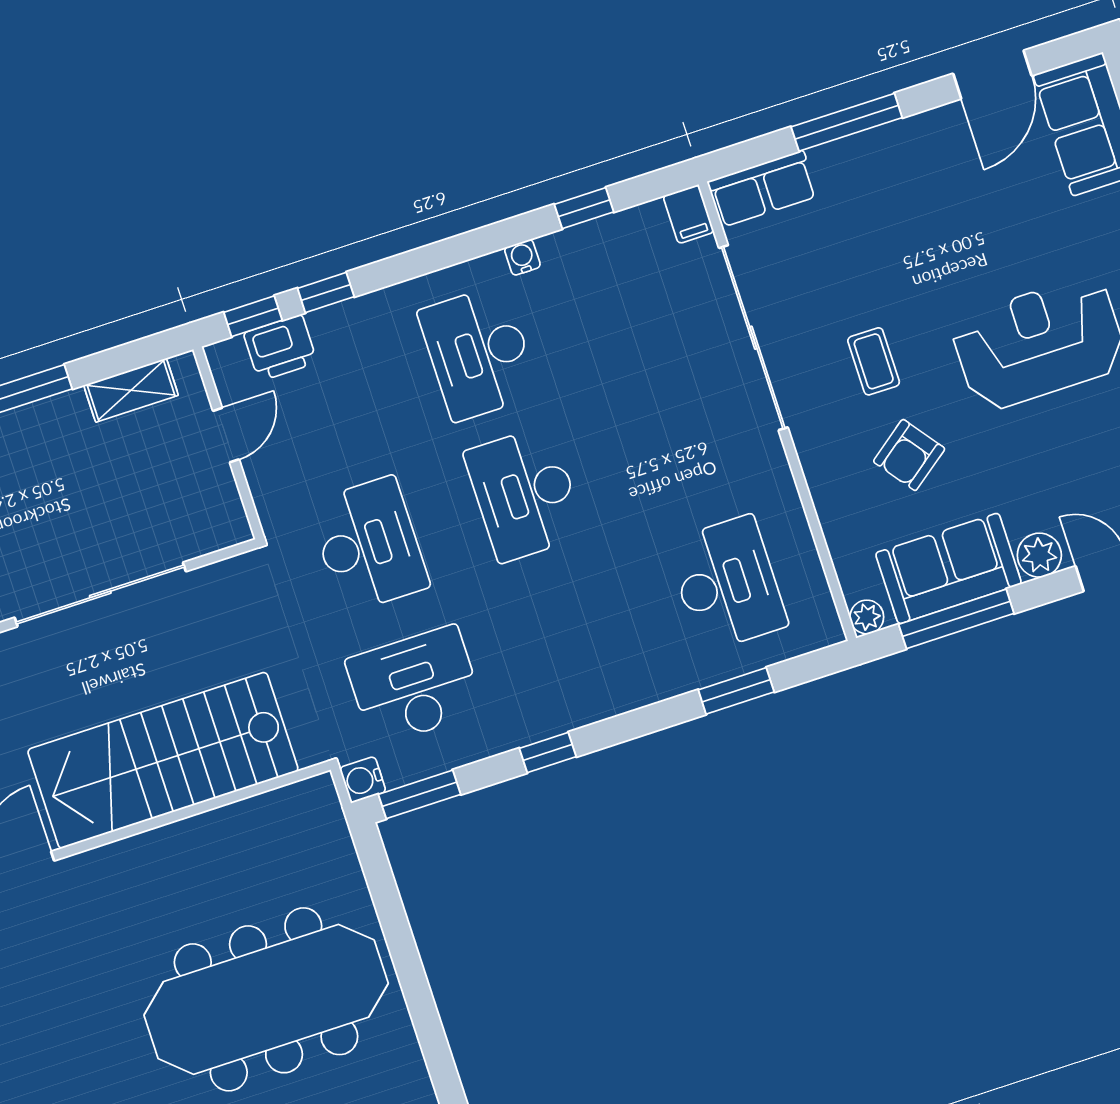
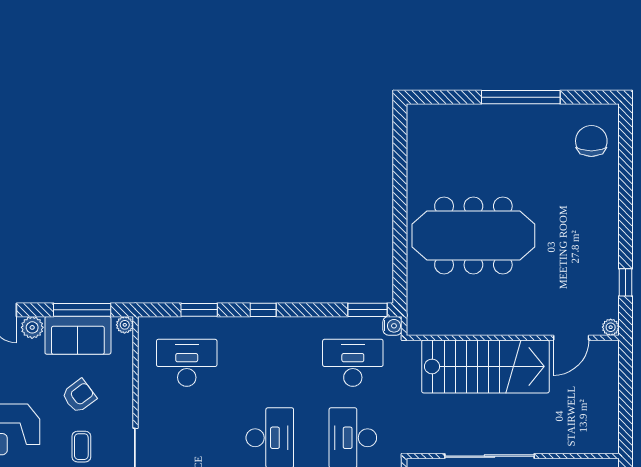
desk: (727, 584) -> (187, 363), turned 90
desk: (415, 686) -> (353, 363), turned 180
window: (548, 752) -> (263, 310), moved

